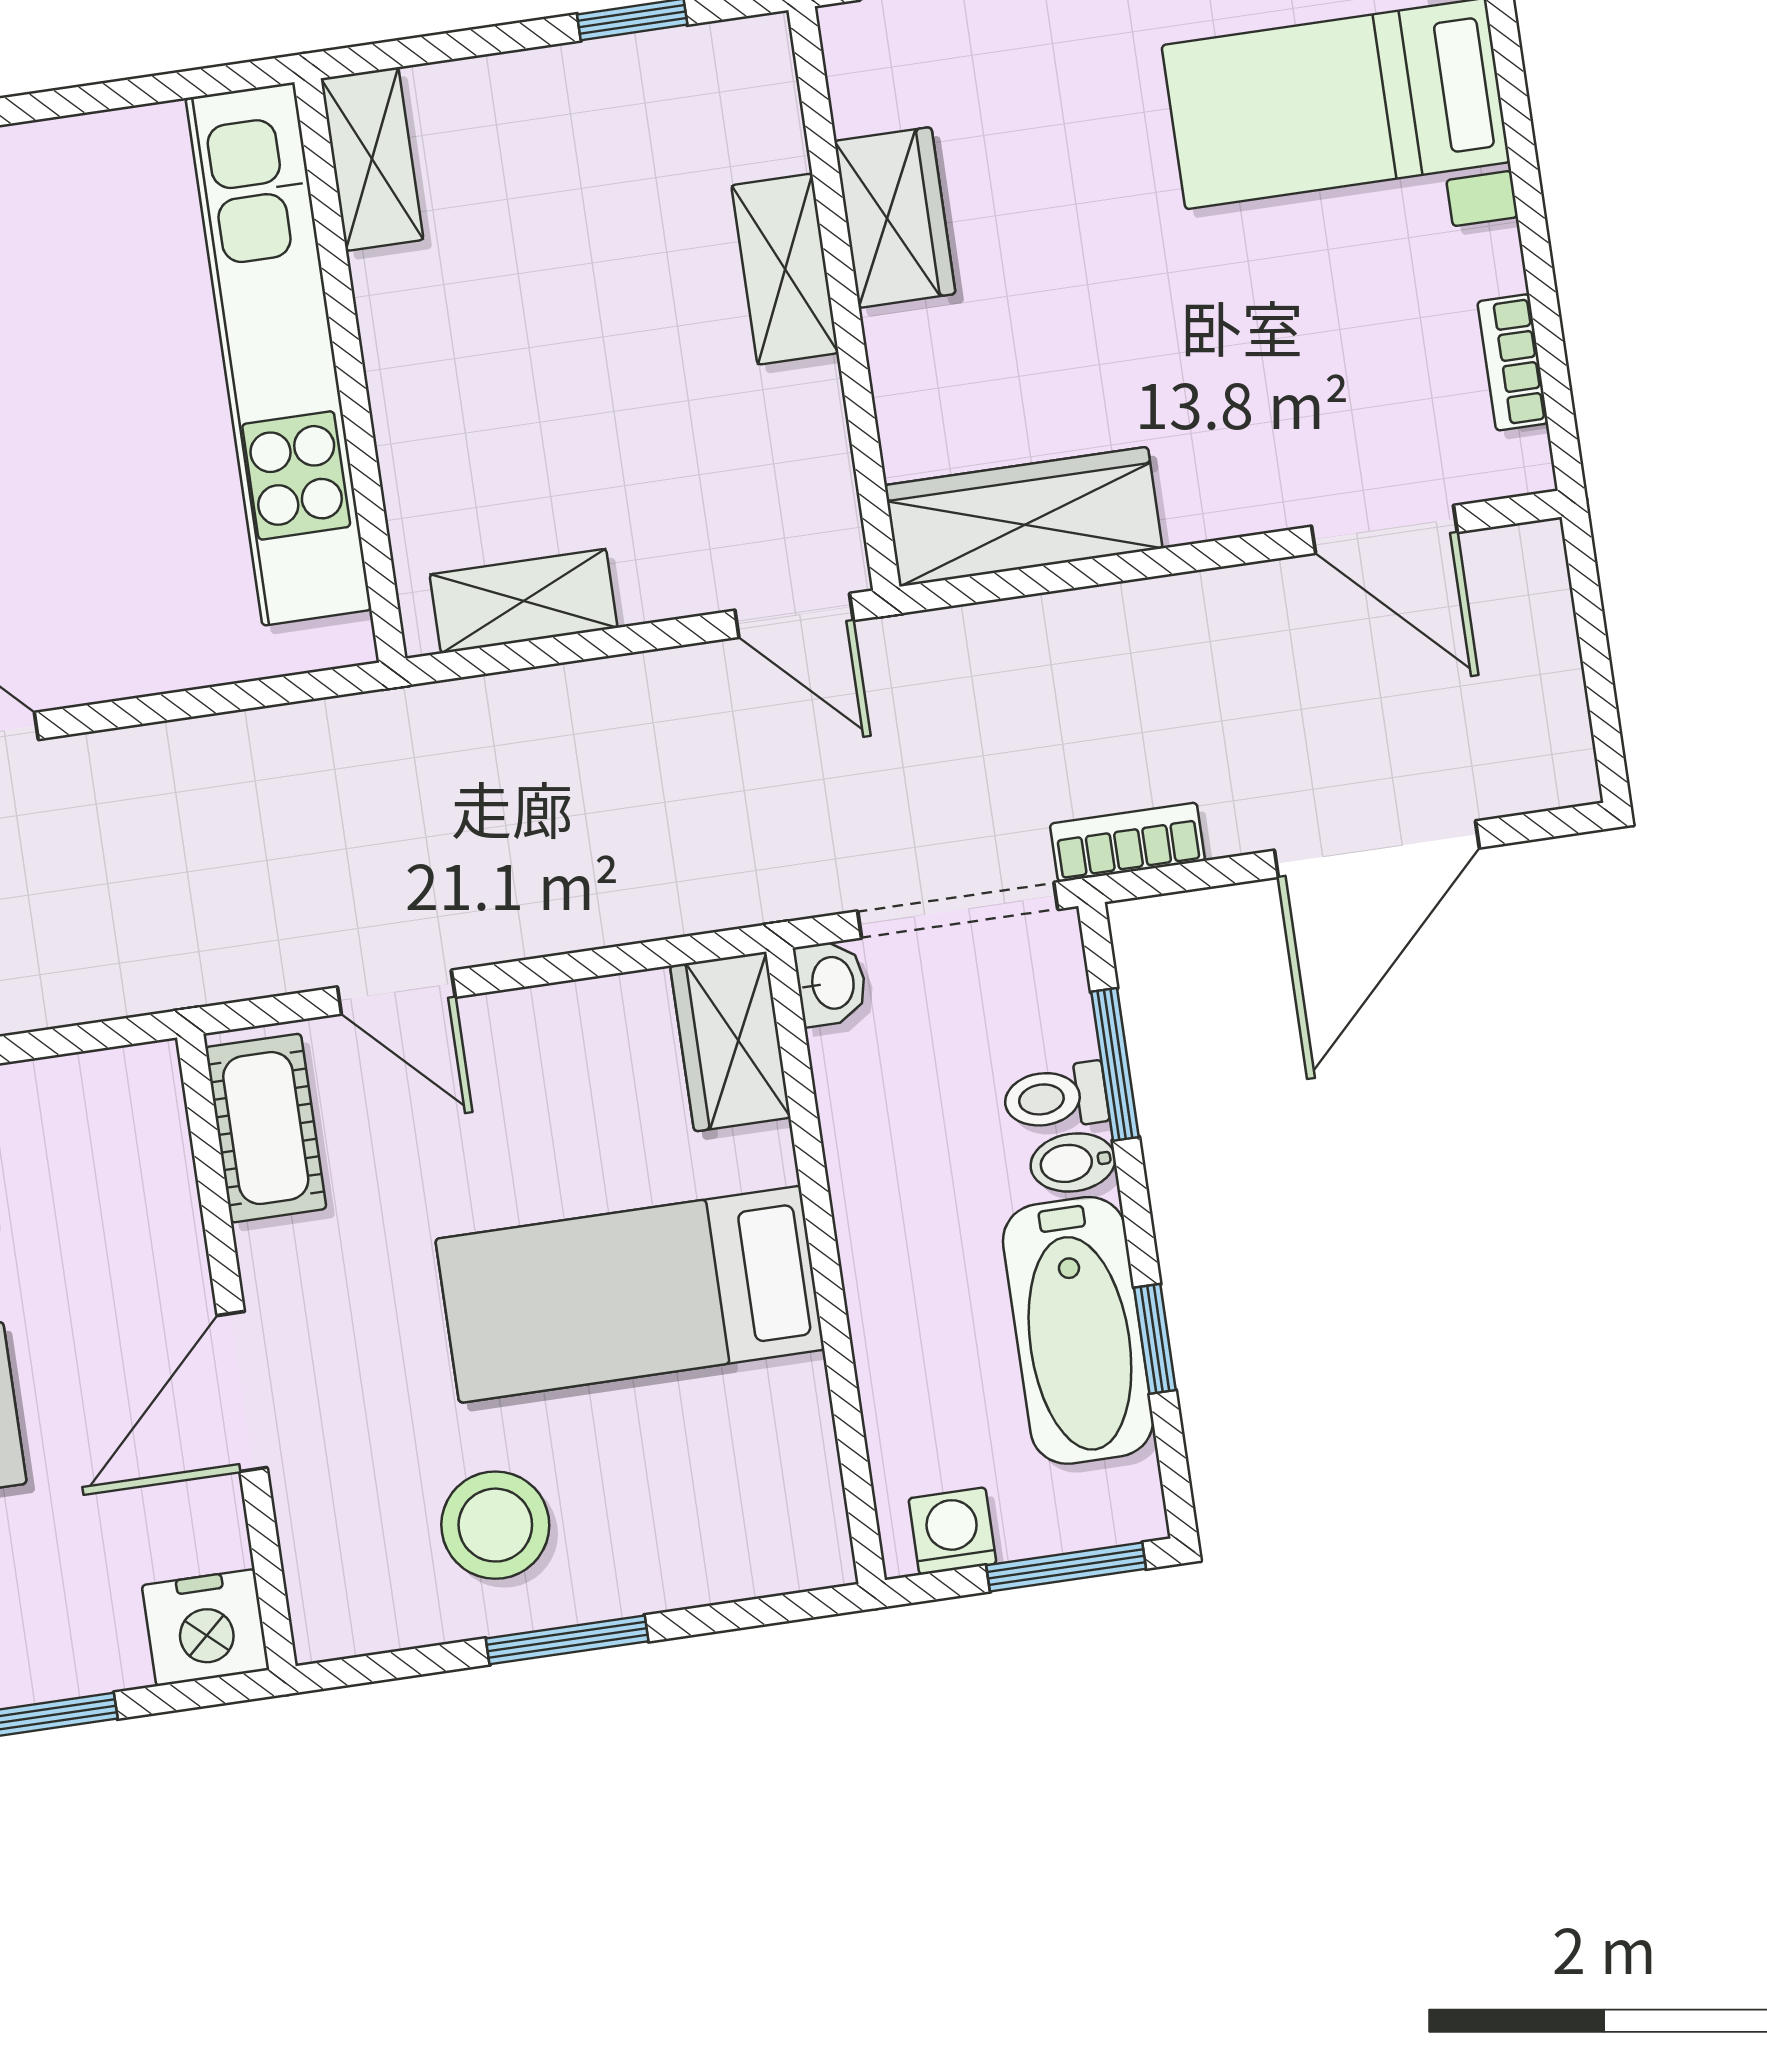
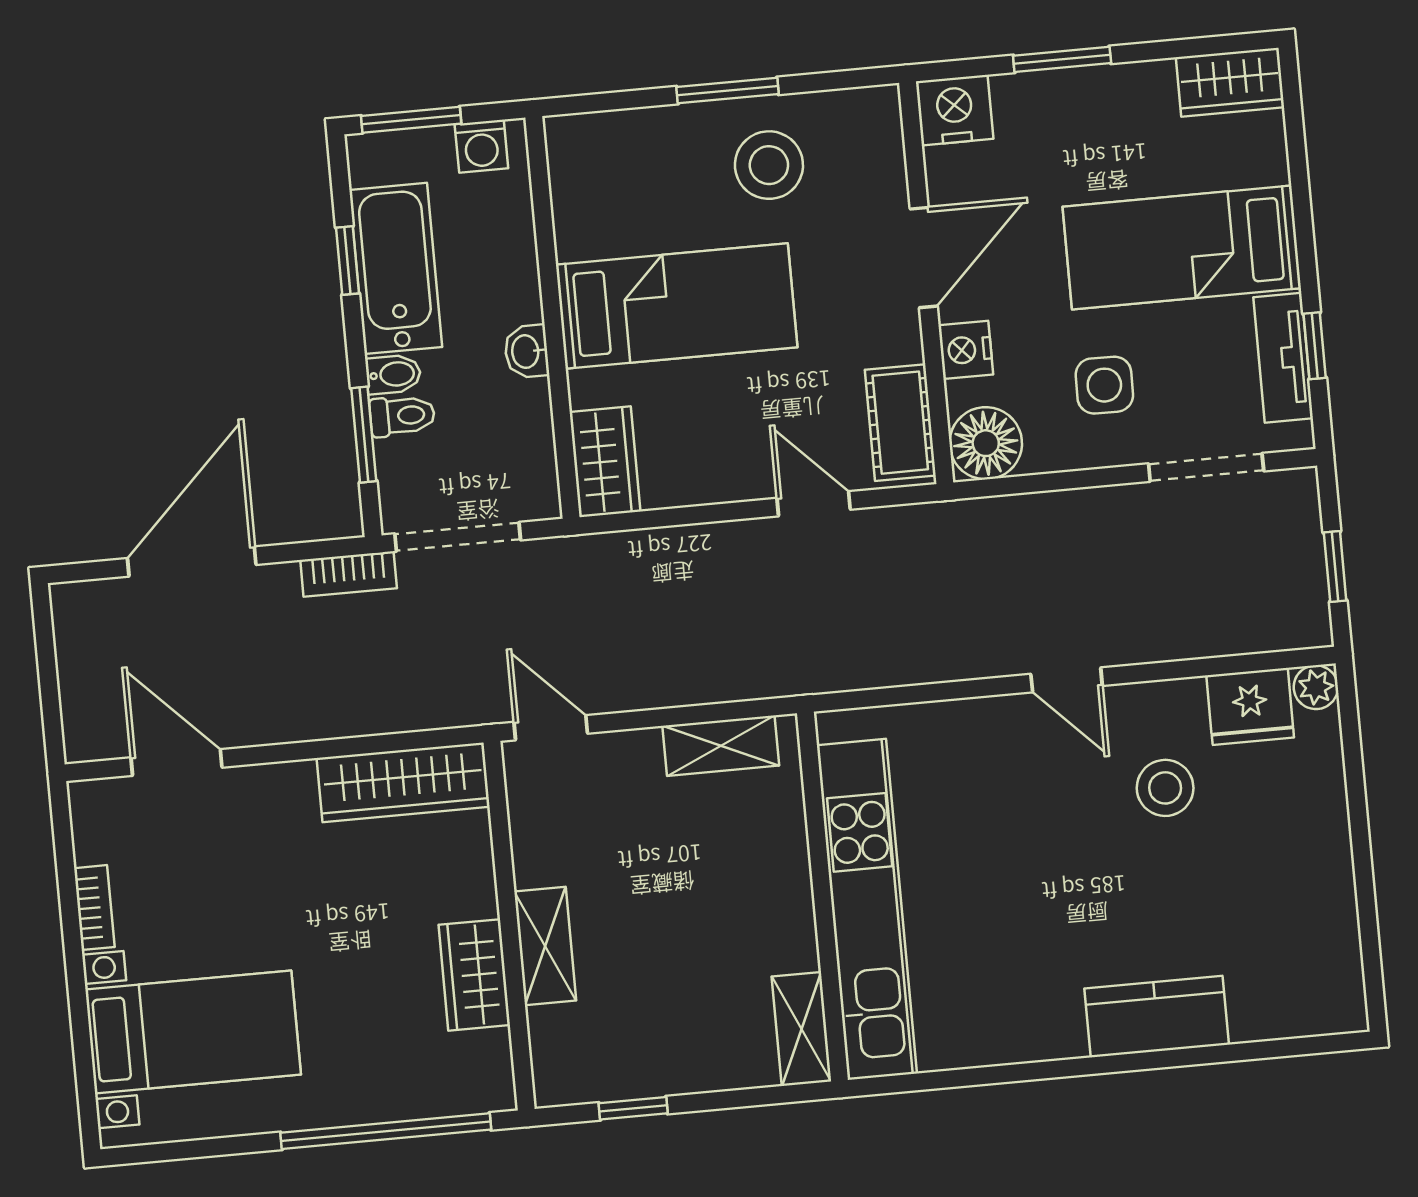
bookcase: (1513, 362) -> (94, 908), moved
washbasin: (831, 983) -> (526, 351), moved
floor lamp: (129, 1102) -> (986, 443), added
nightstand: (168, 1249) -> (966, 350), added

